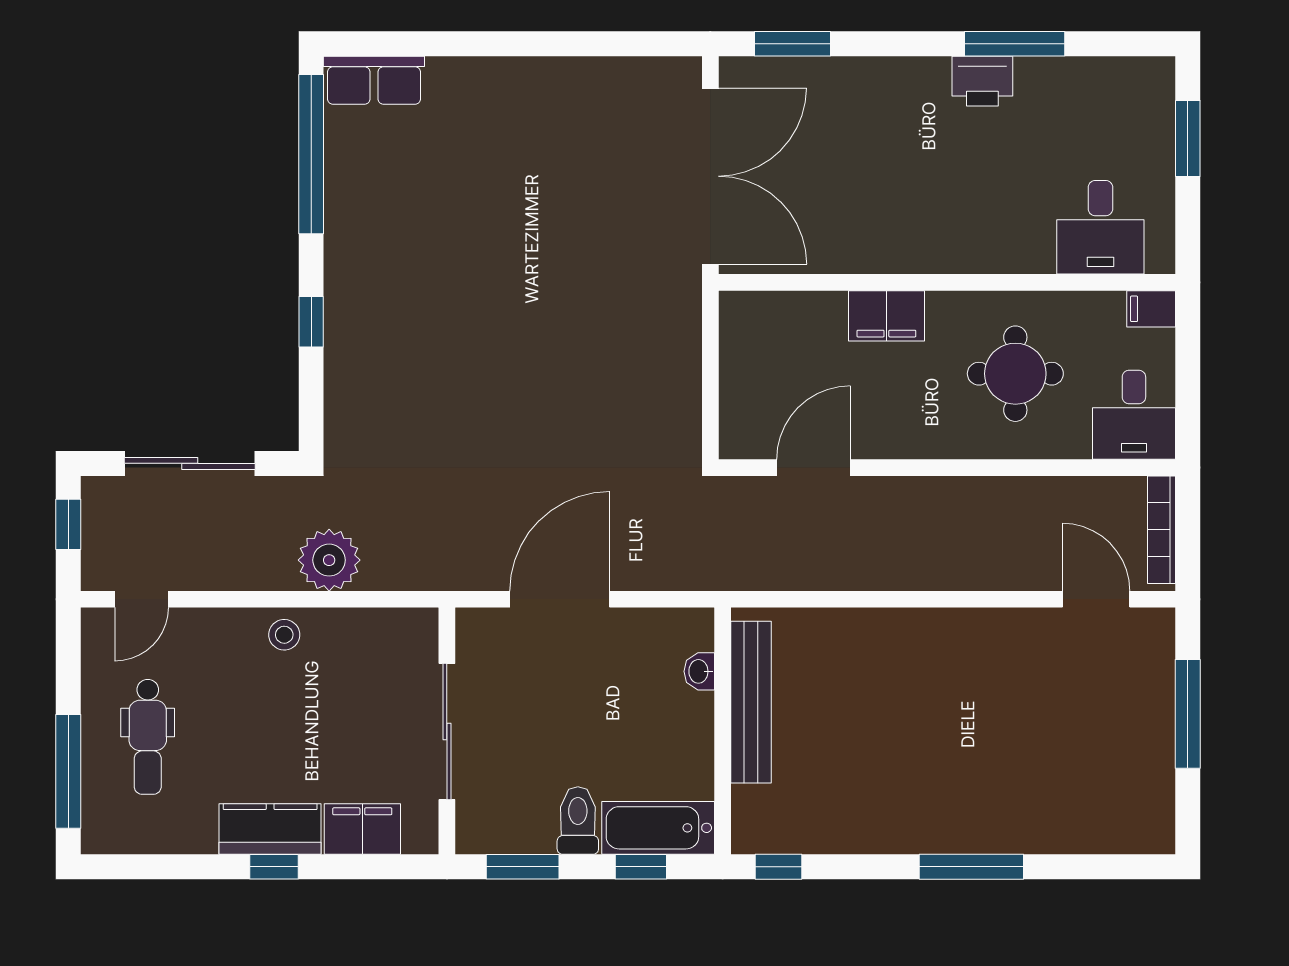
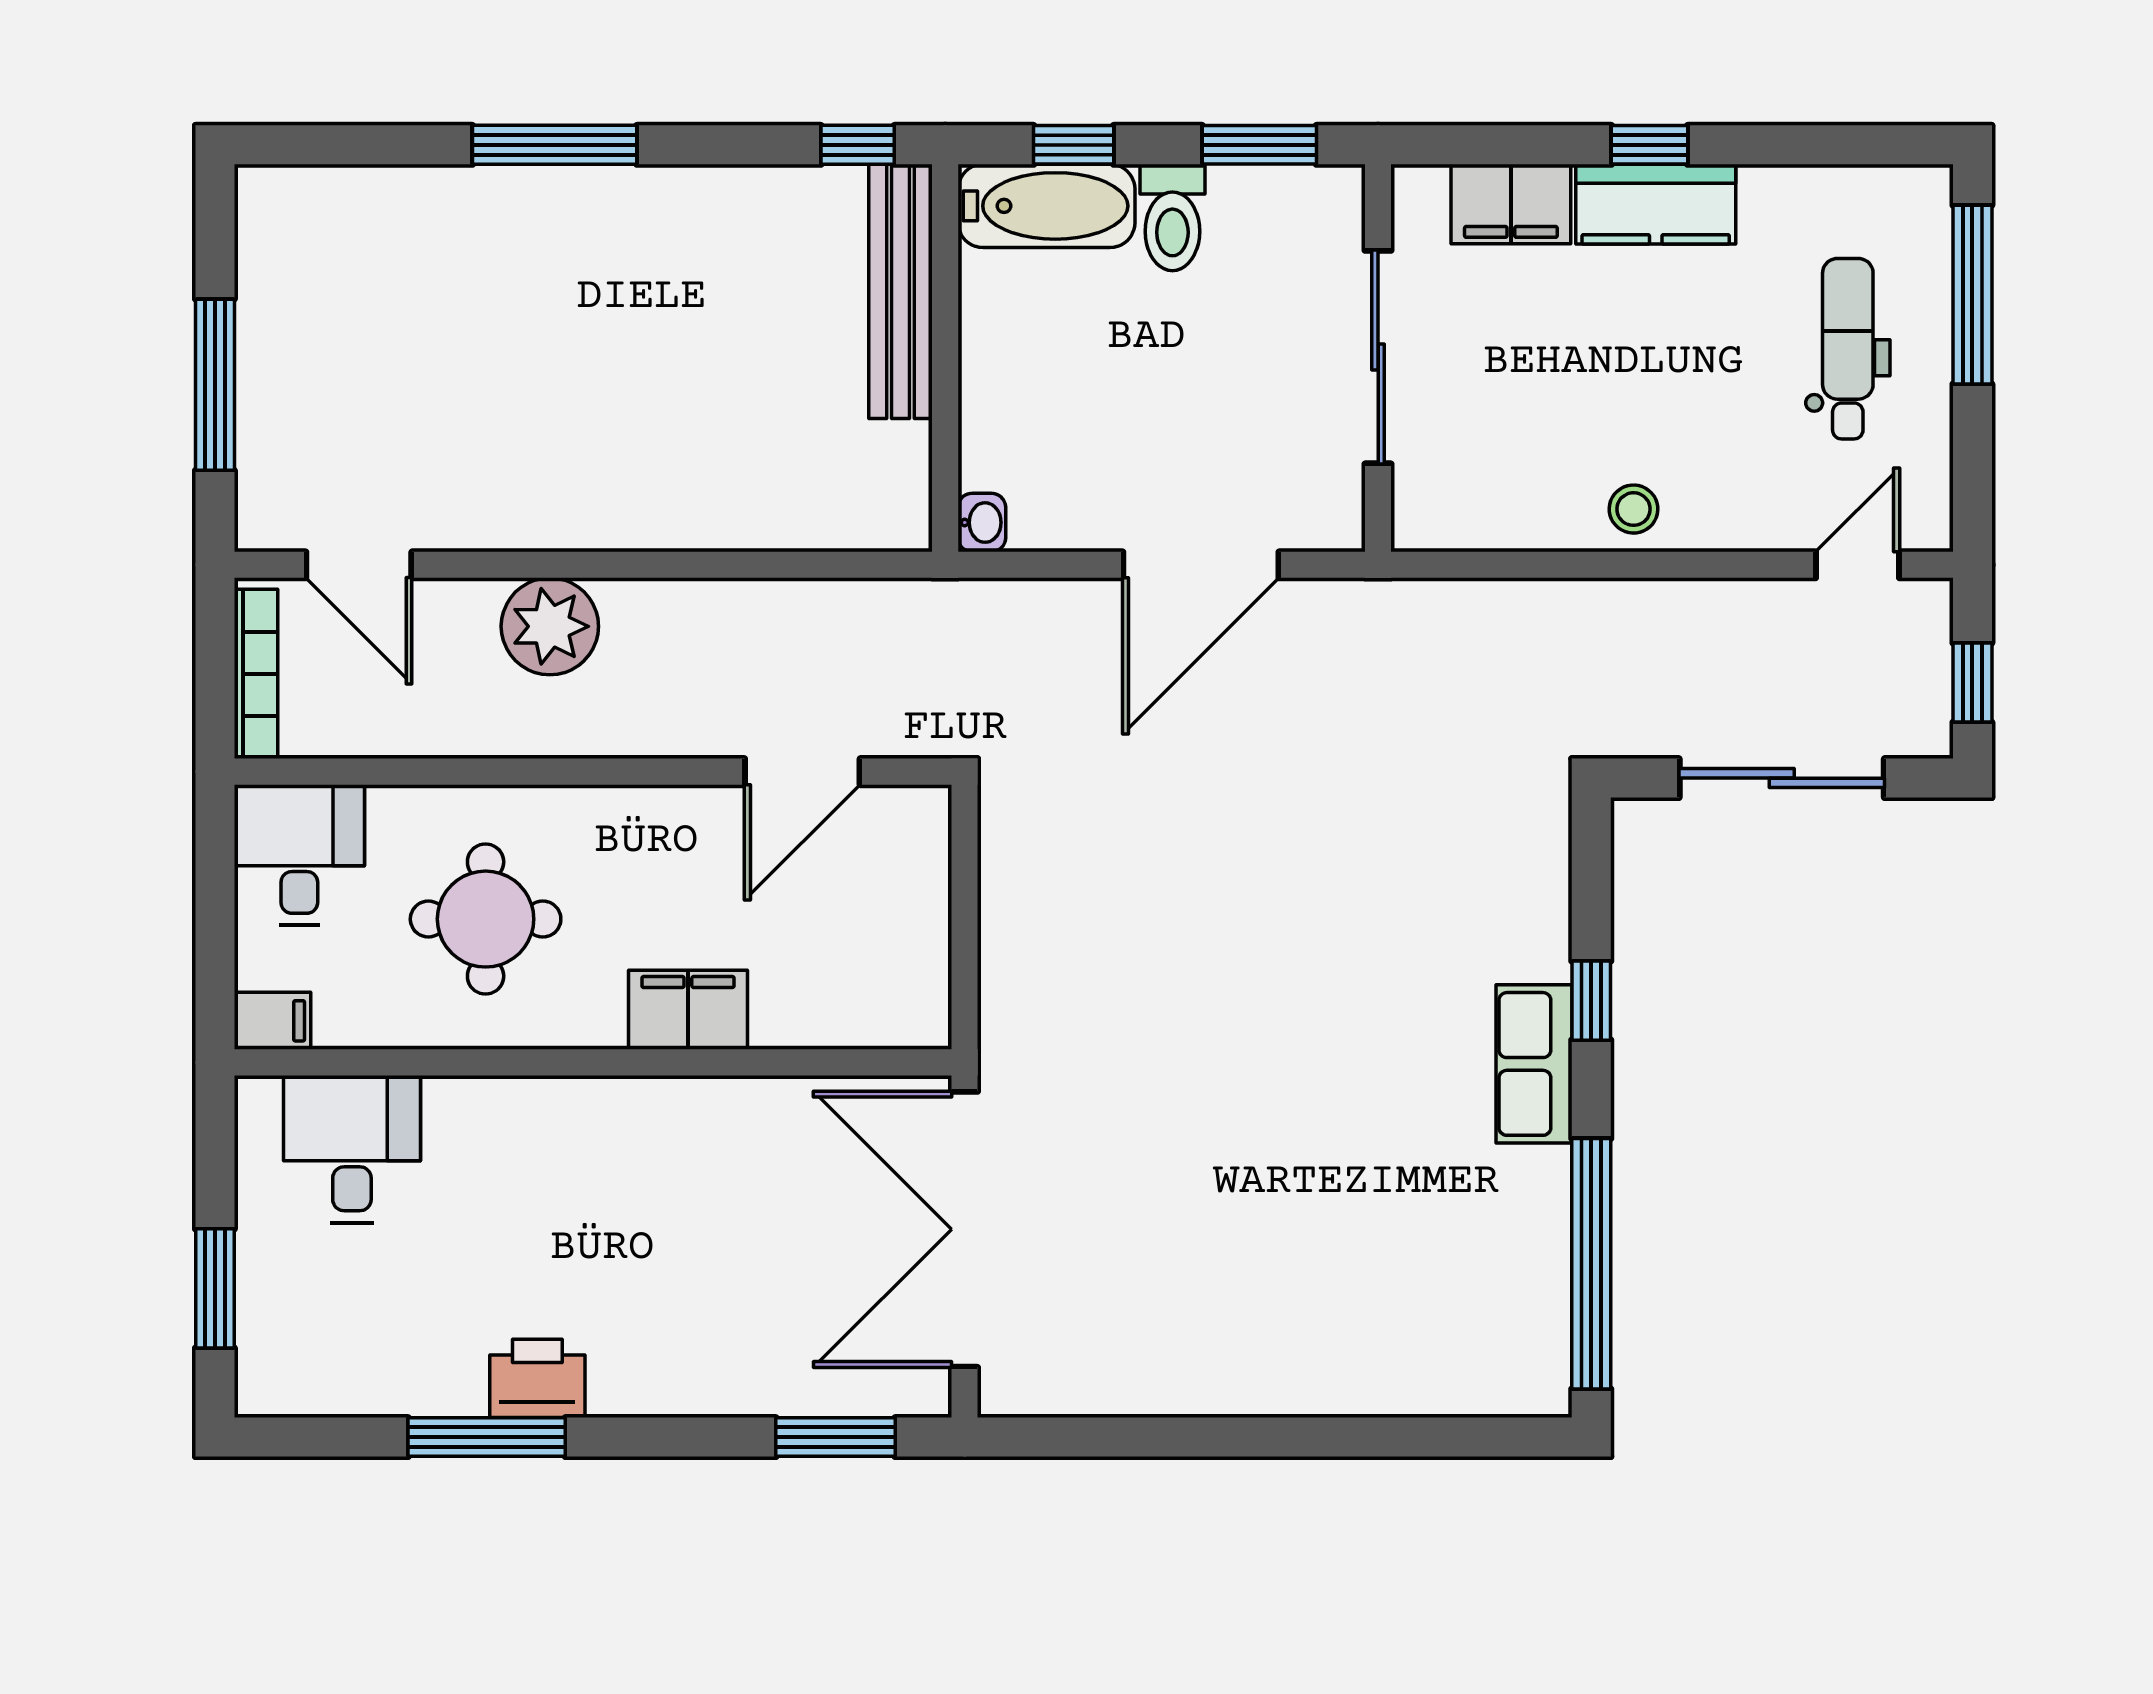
row of seats: (374, 80) -> (1534, 1064), moved, turned -90
plant: (329, 560) -> (550, 626), moved
washbasin: (699, 671) -> (982, 523), moved
bench: (751, 702) -> (901, 291), moved

